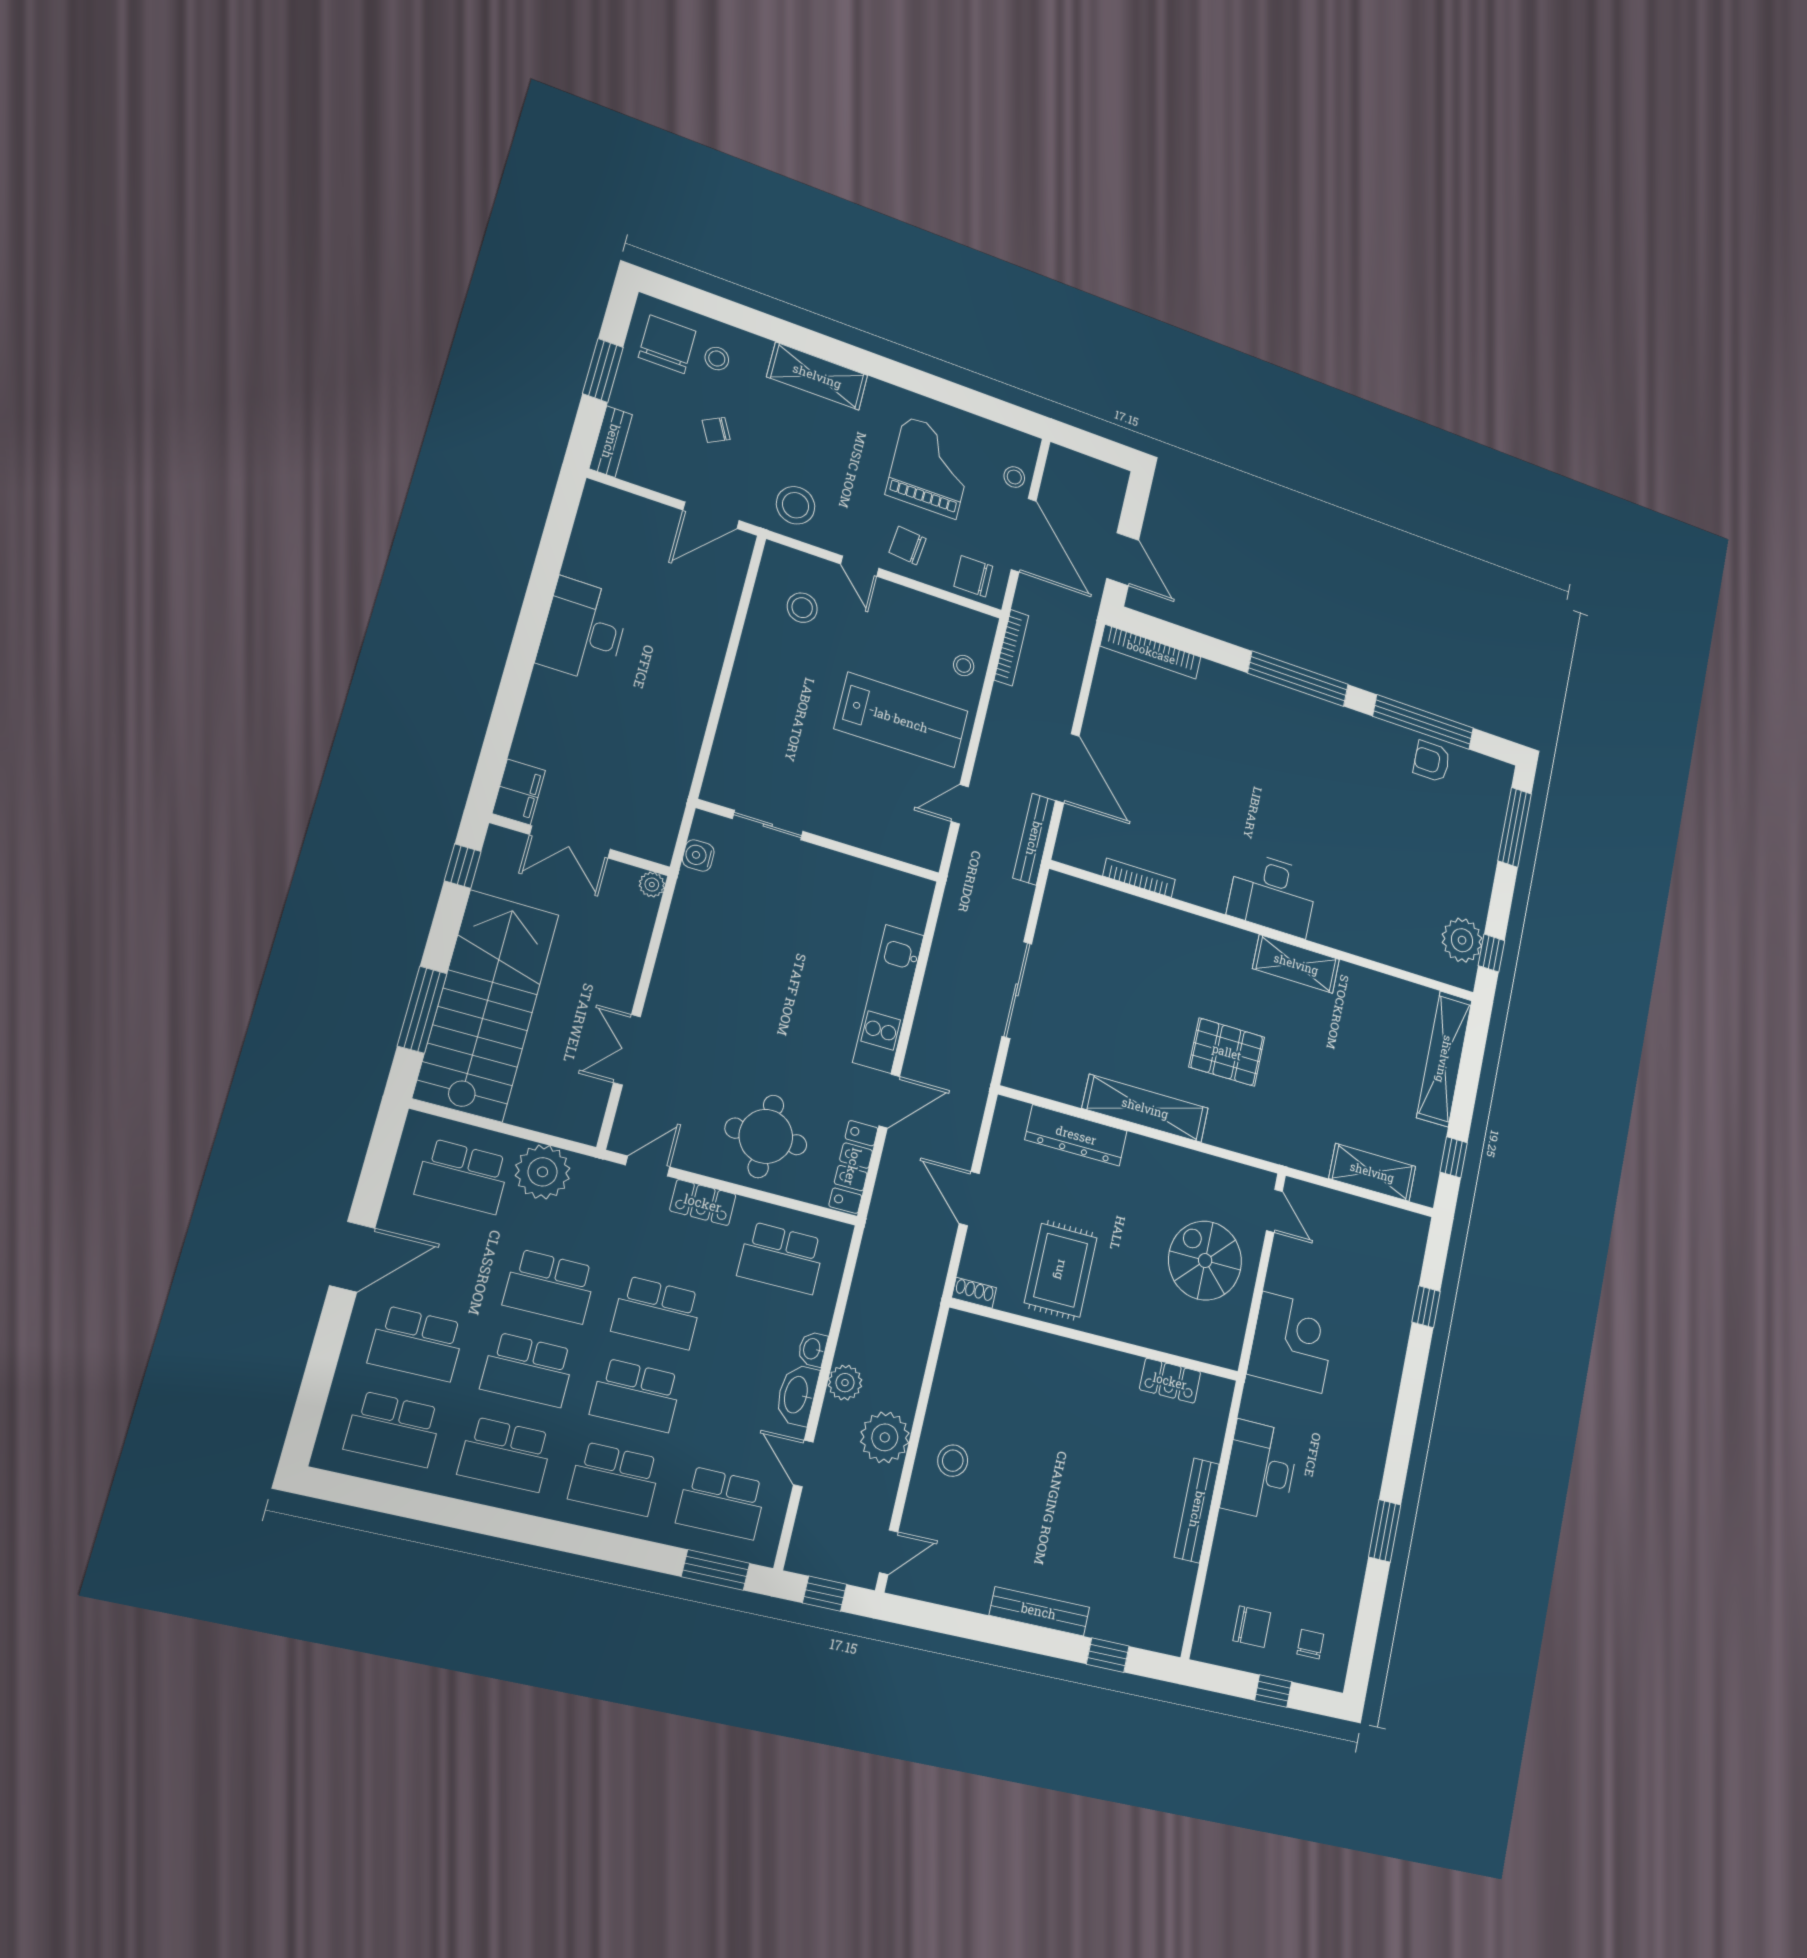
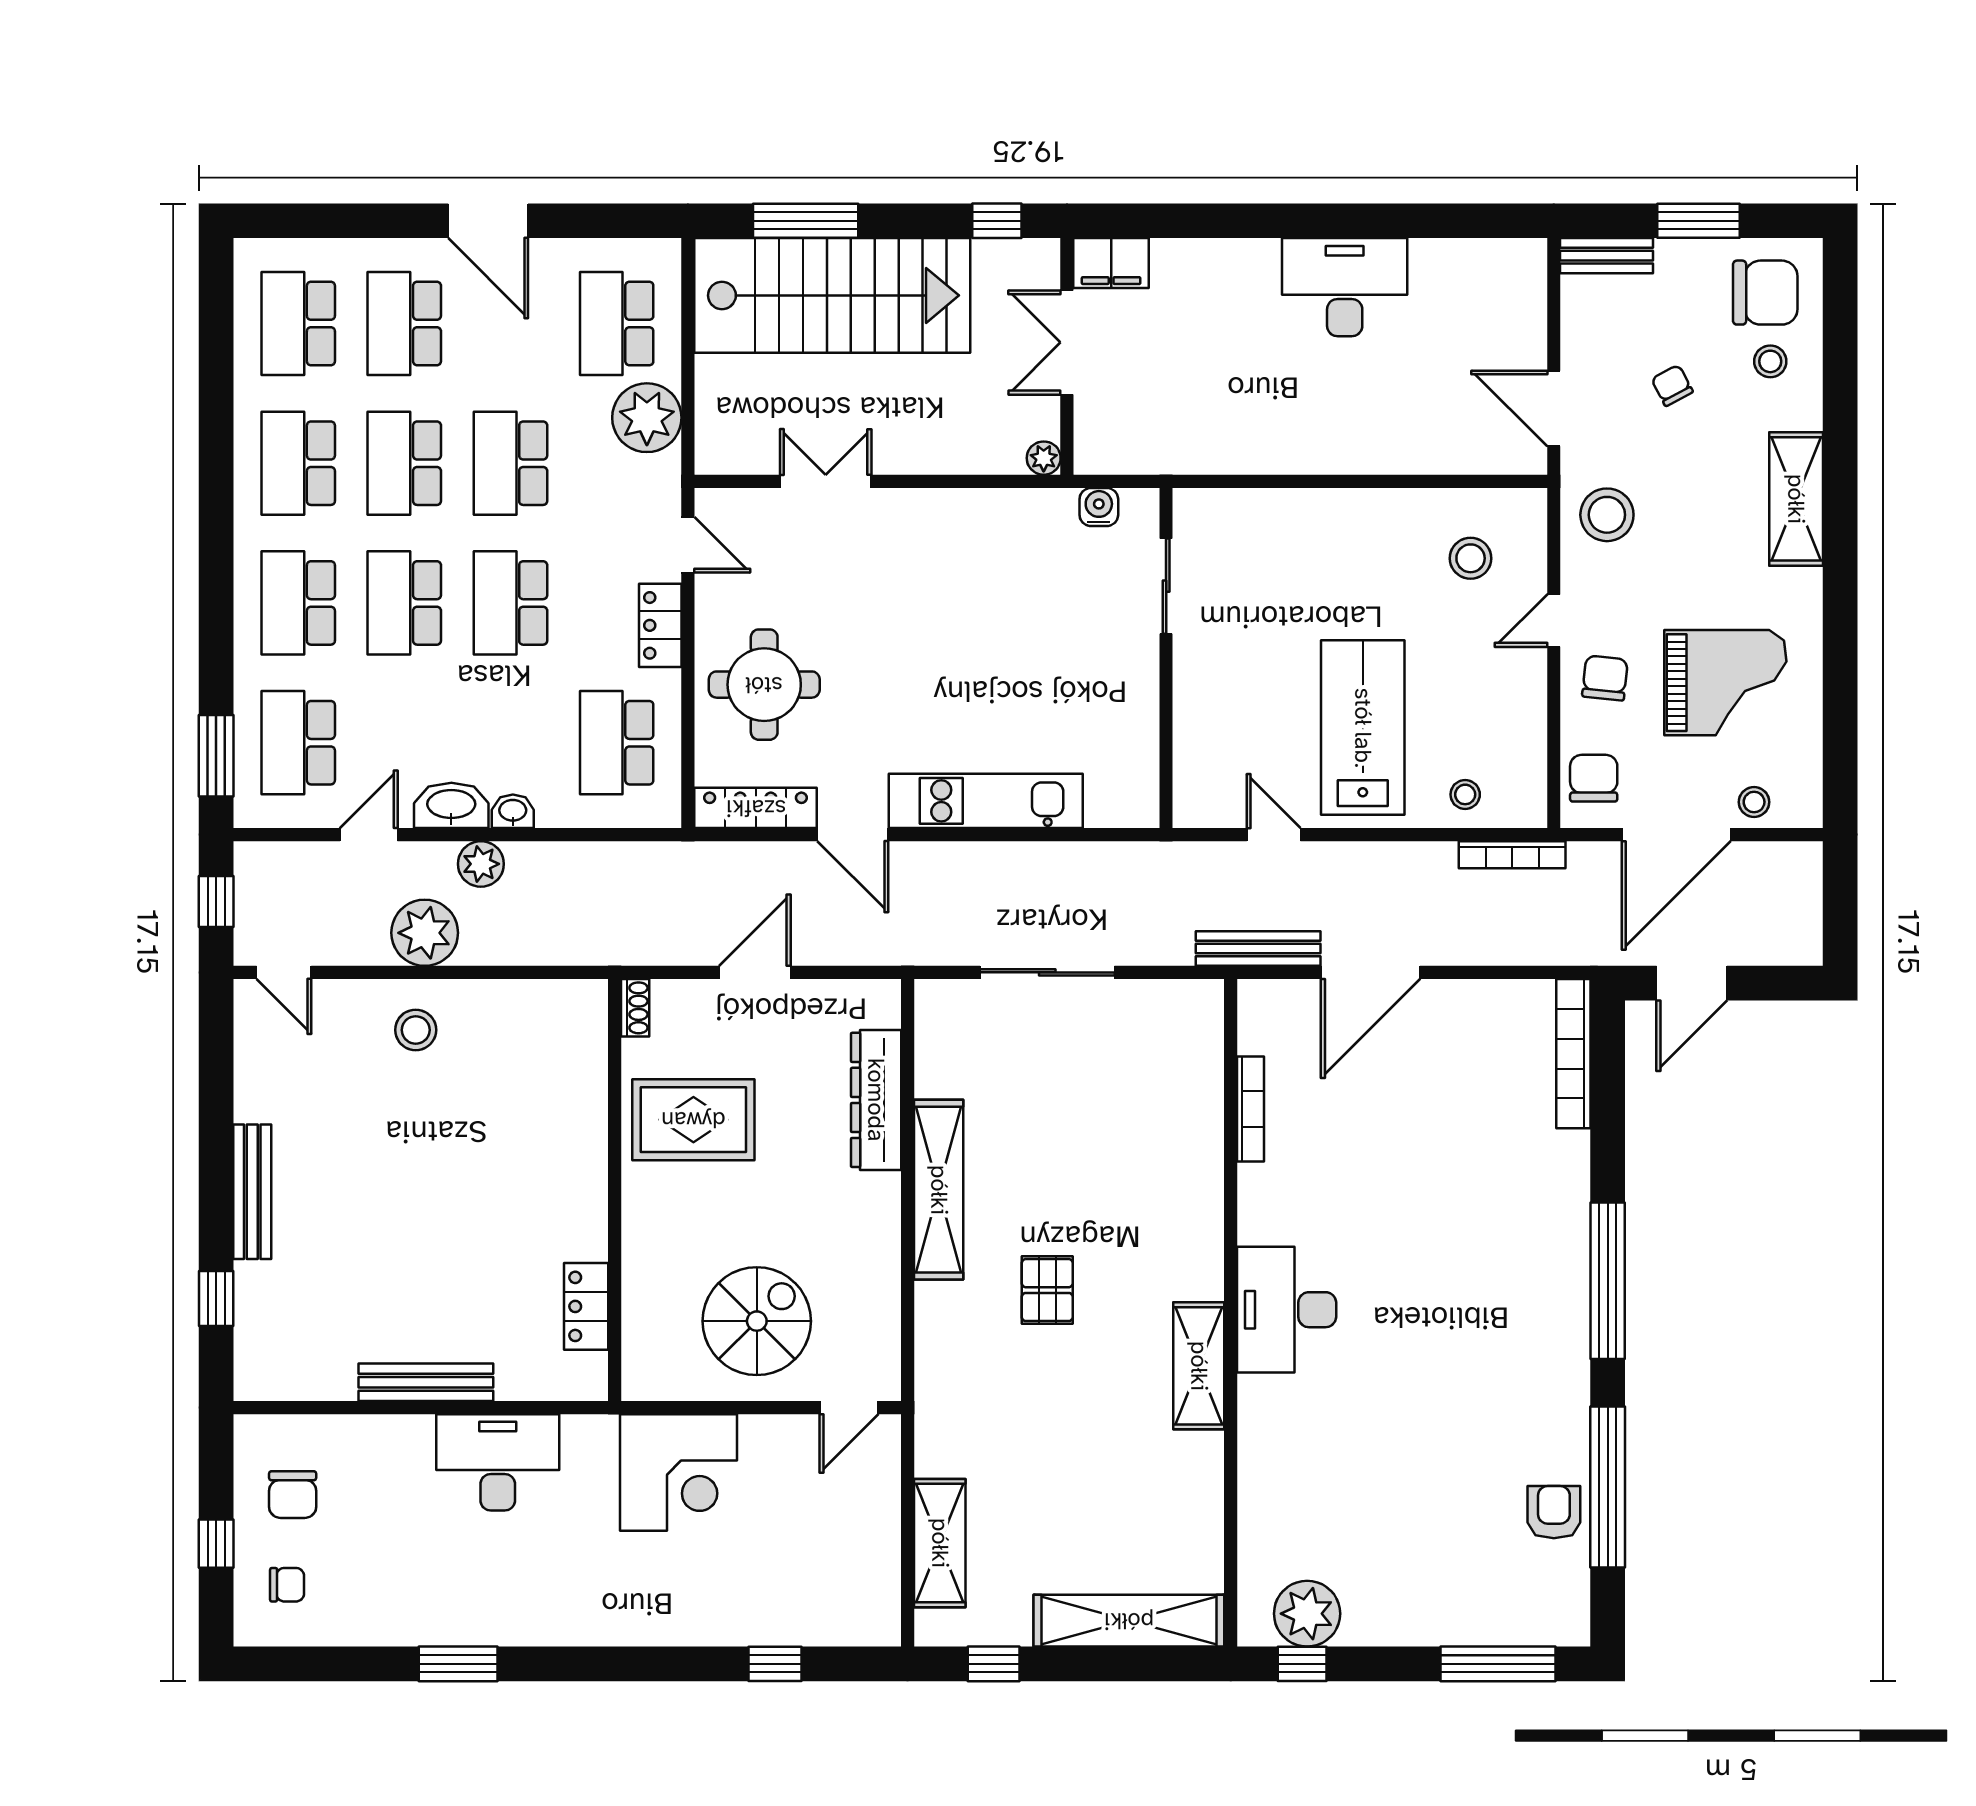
lab bench: (901, 720) -> (1363, 728), turned 180
pallet: (1227, 1052) -> (1047, 1290), width x0.67, depth x0.71

